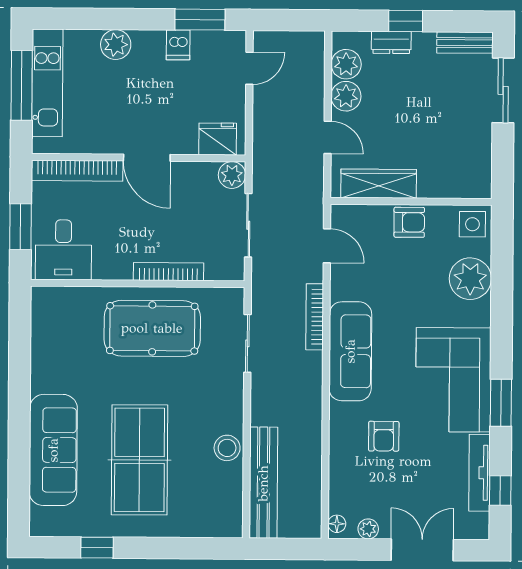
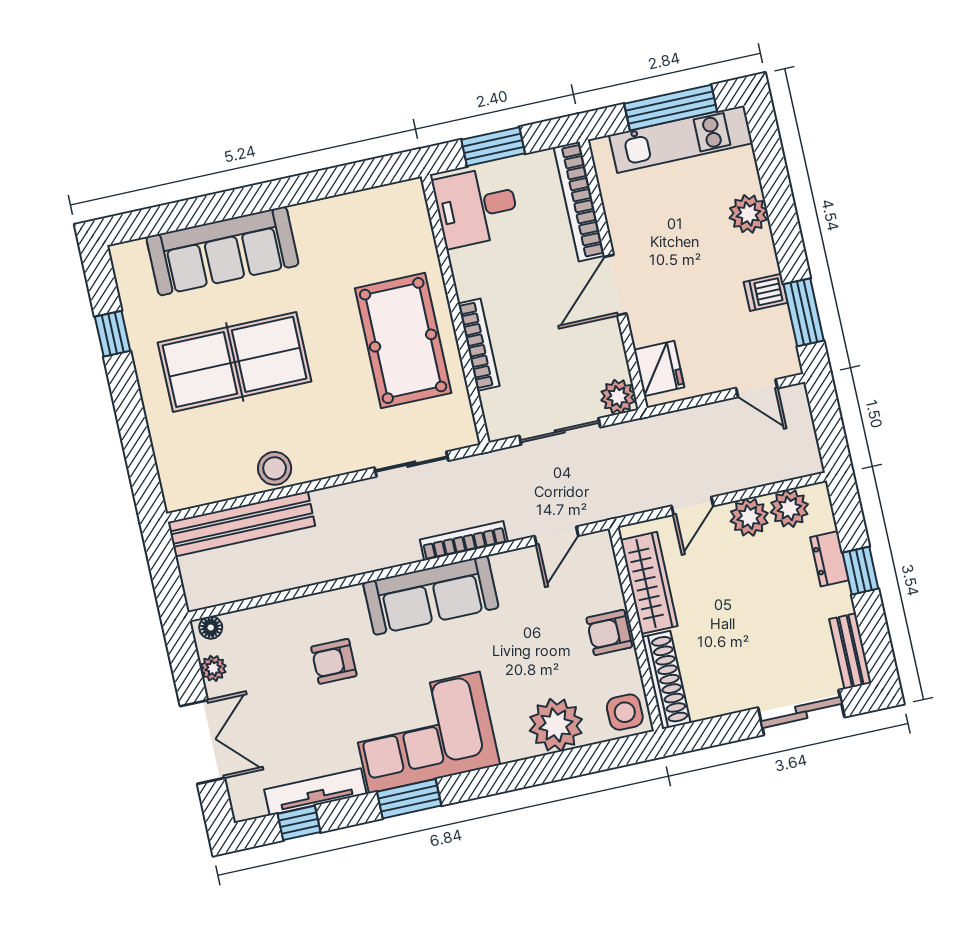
shoe rack: (455, 187) -> (666, 680), added
armchair: (409, 222) -> (609, 632), turned 90

